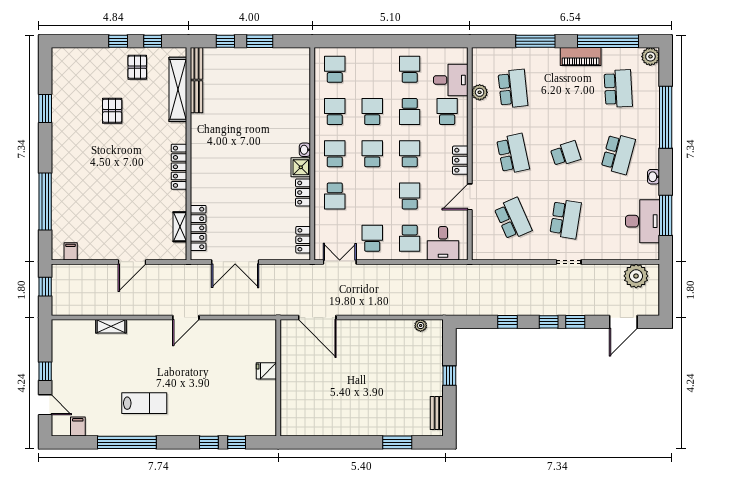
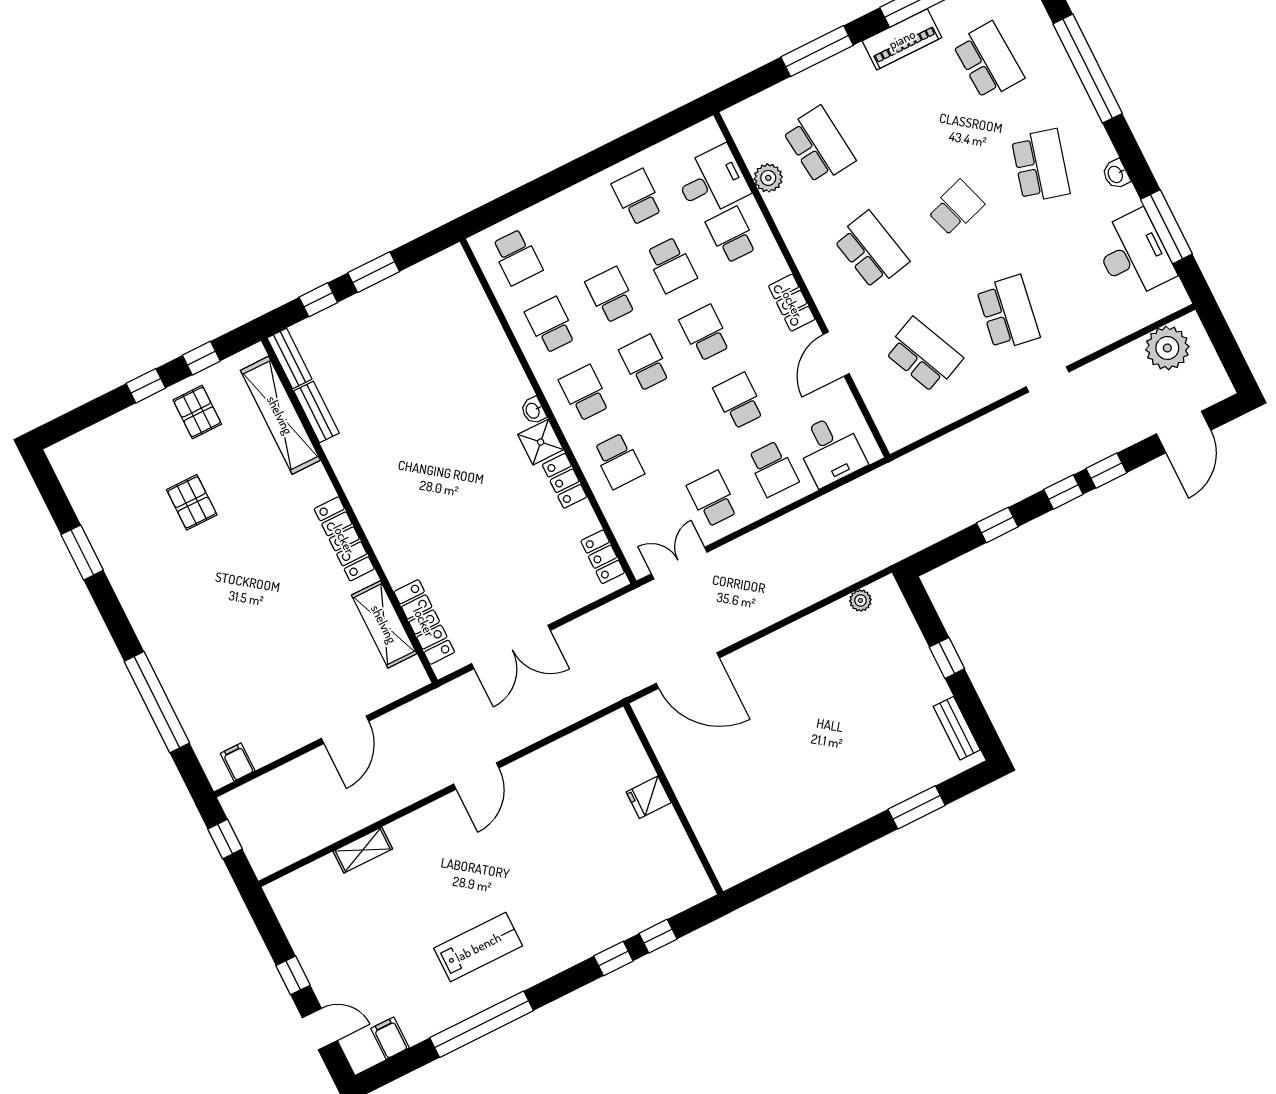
school desk: (335, 69) -> (517, 257), turned 180
shelving: (180, 227) -> (384, 624), width x1.50, depth x1.33

